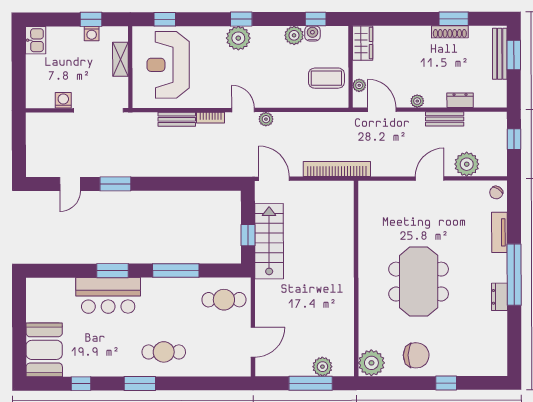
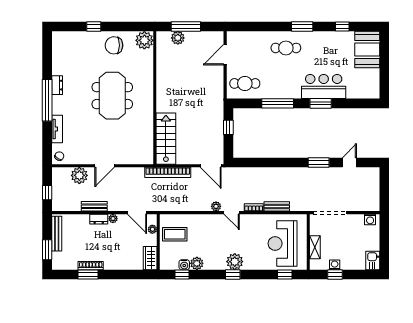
bench: (500, 54) -> (57, 234), moved
reception desk: (168, 65) -> (283, 243), turned 180
washing machine: (63, 100) -> (370, 219), moved
dresser: (460, 100) -> (99, 219), moved
stairs: (269, 241) -> (166, 139), moved, turned 180

